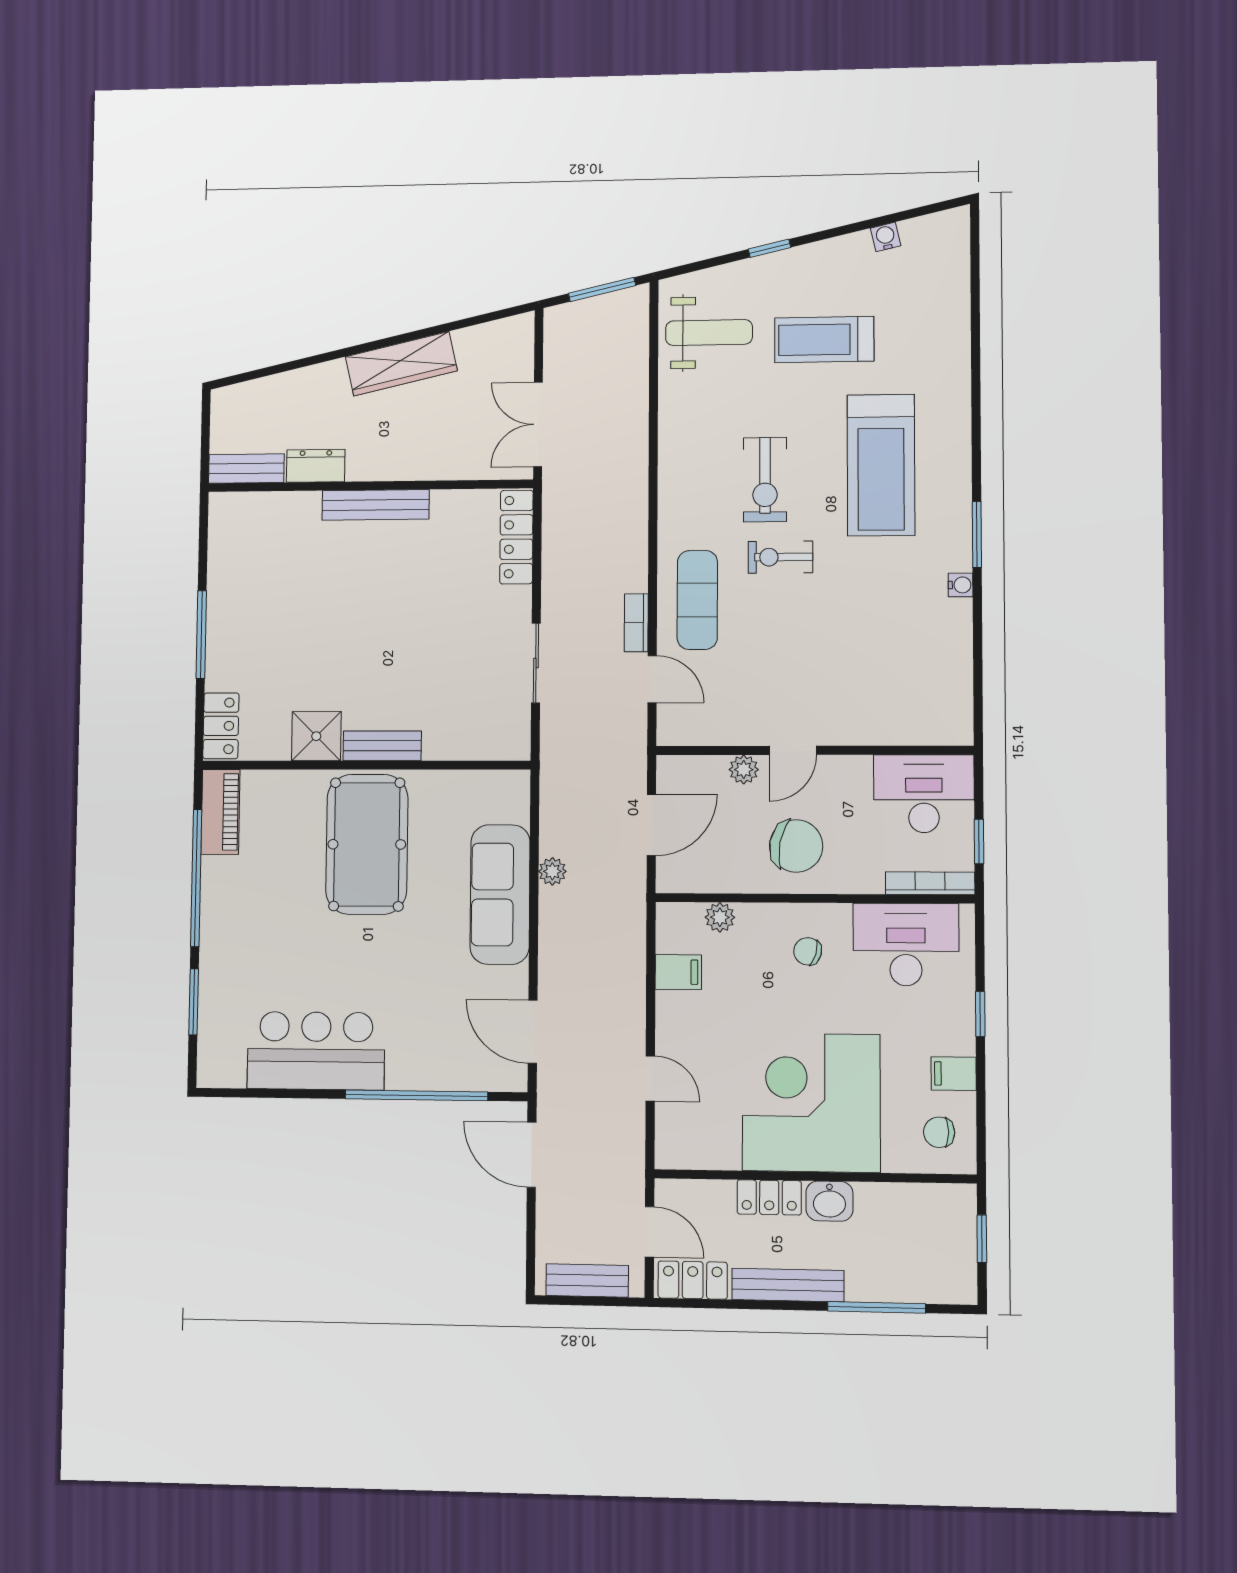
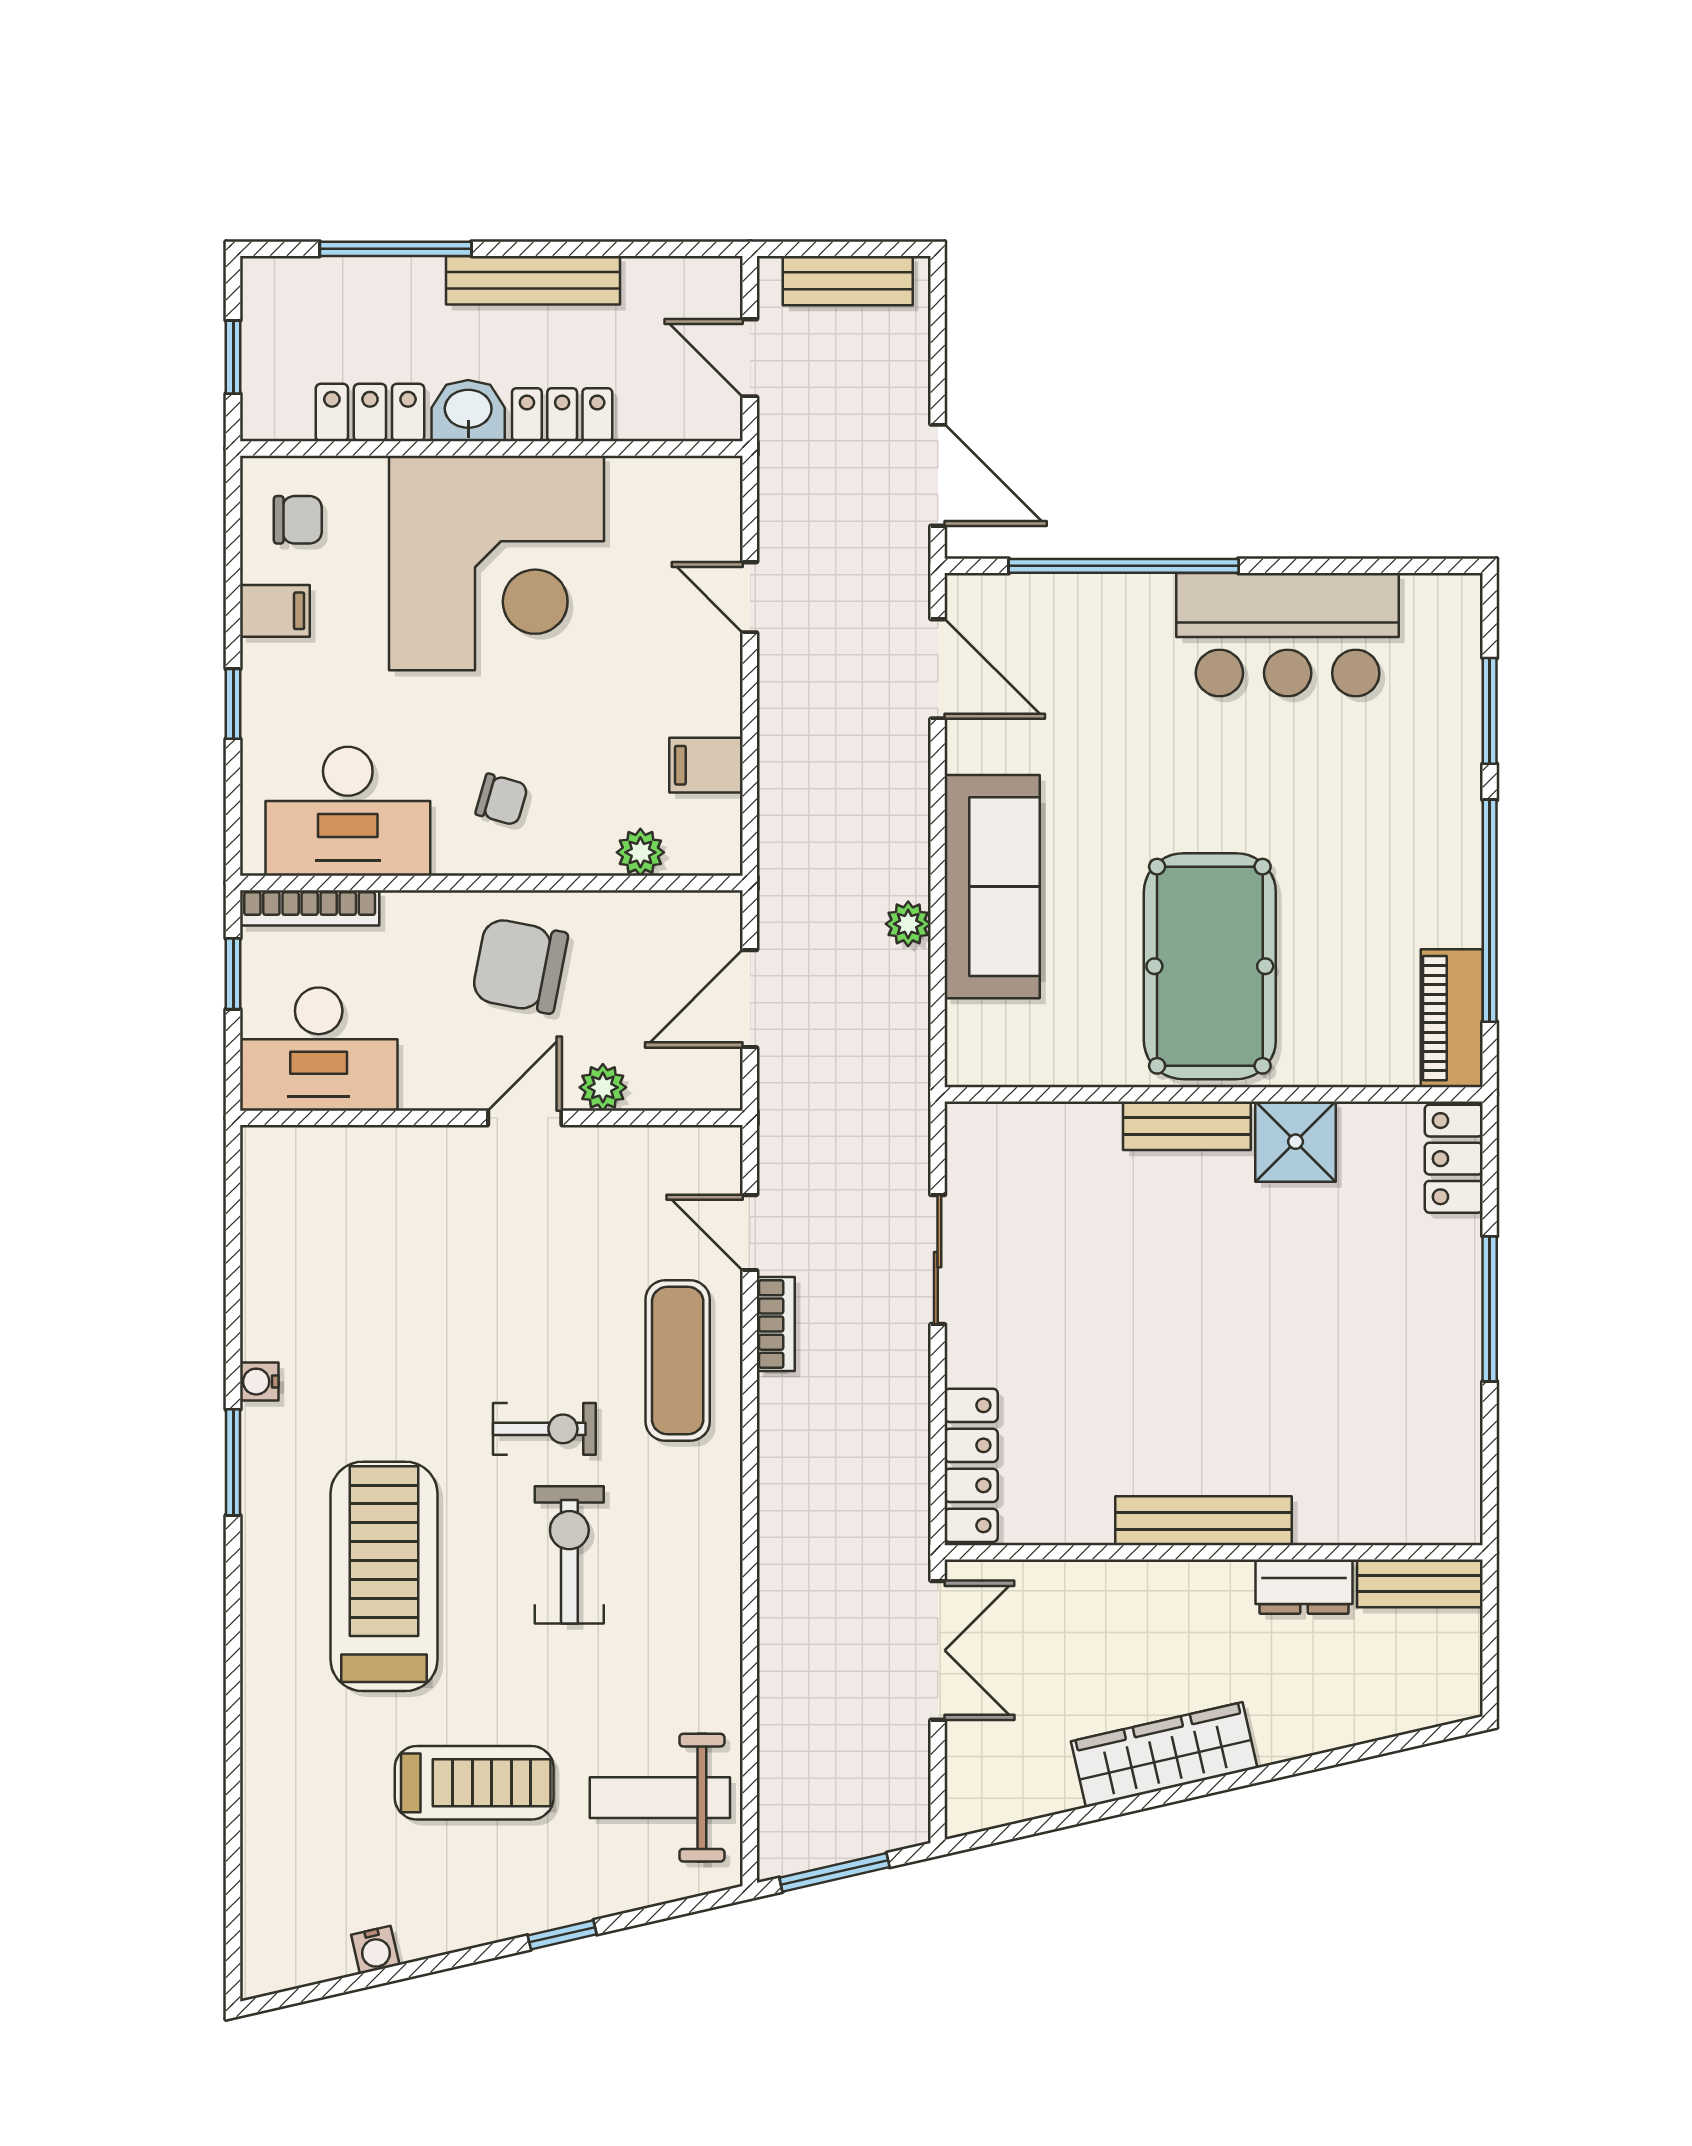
locker: (693, 1280) -> (370, 413), moved, turned 180

